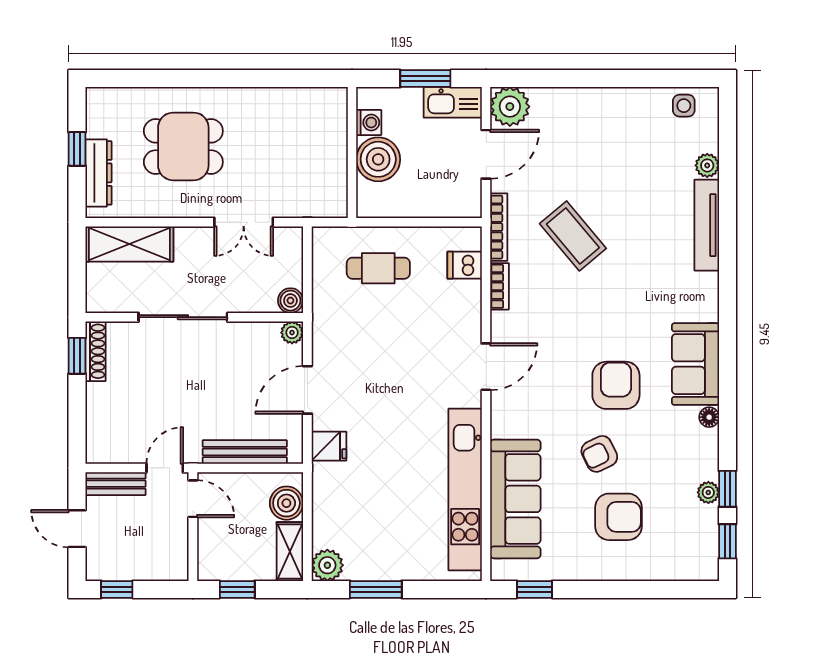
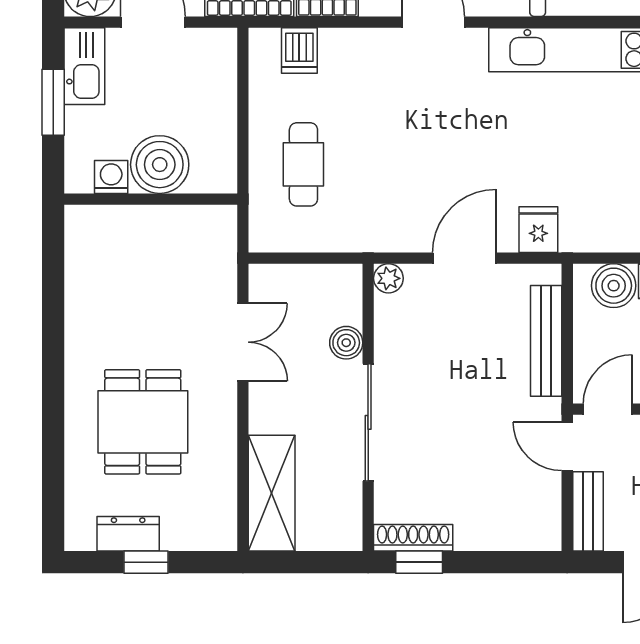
dresser: (99, 173) -> (128, 534), moved, width x0.70
boiler: (290, 301) -> (346, 343), moved
door: (307, 390) -> (464, 258), swing flipped

